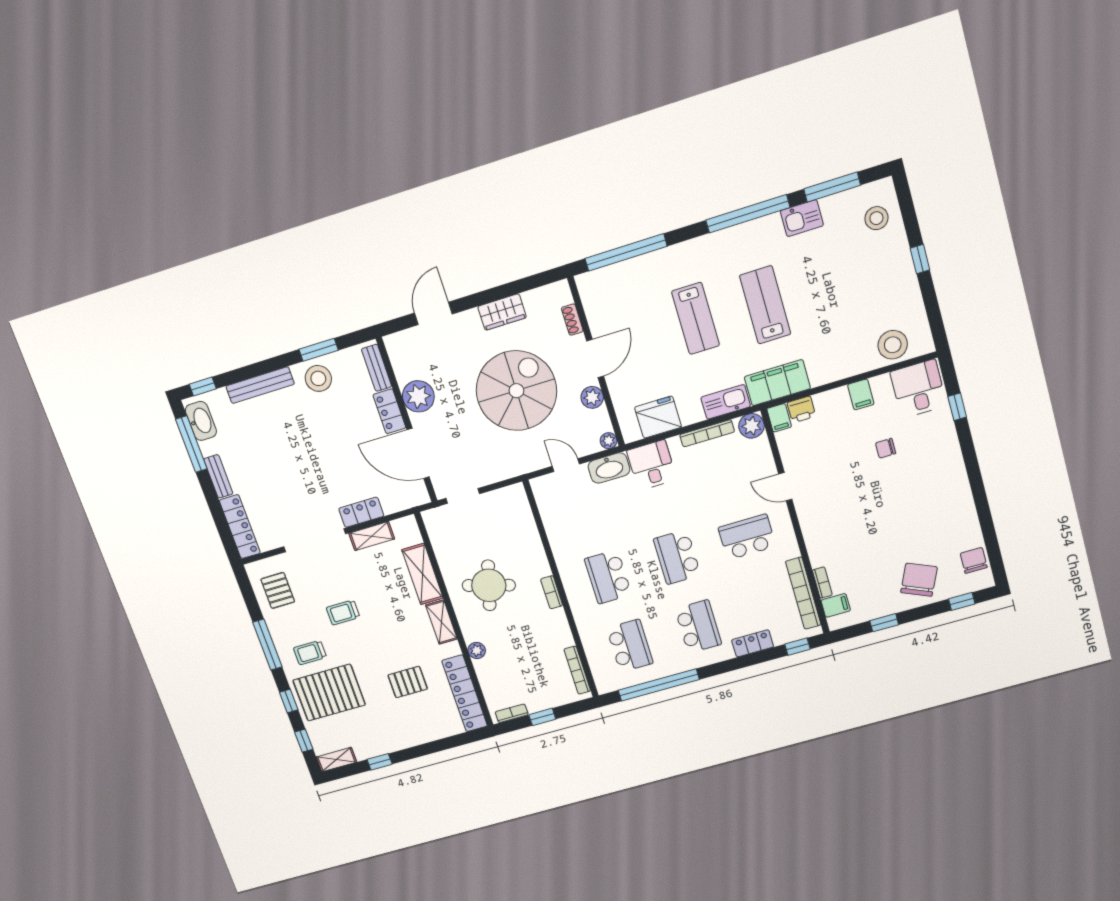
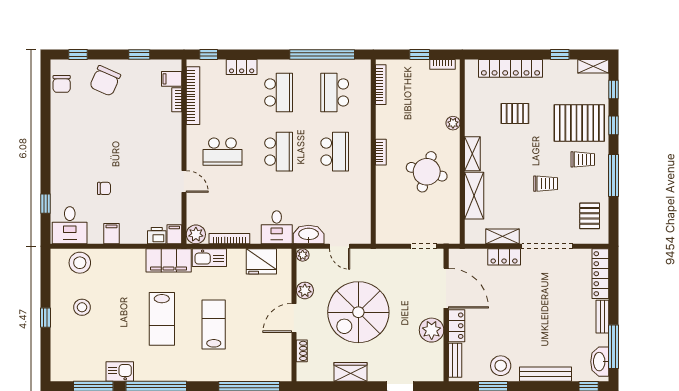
stool: (876, 218) -> (82, 307), moved
school desk: (698, 627) -> (279, 92), turned 180
locker: (465, 693) -> (510, 68), moved, turned 90

